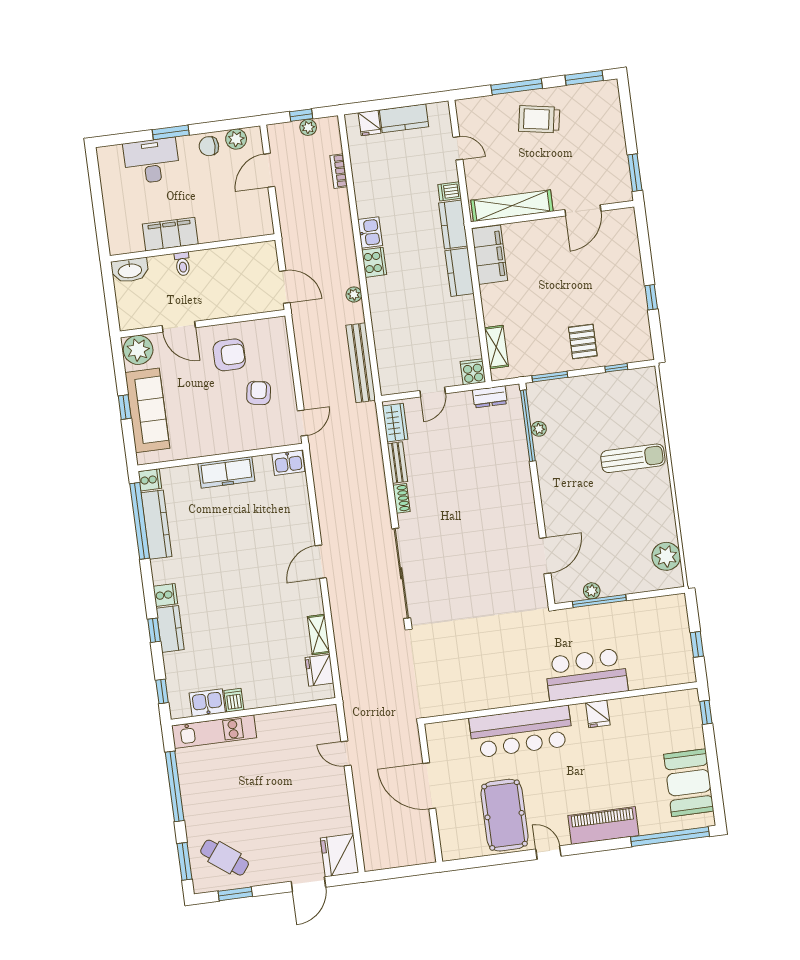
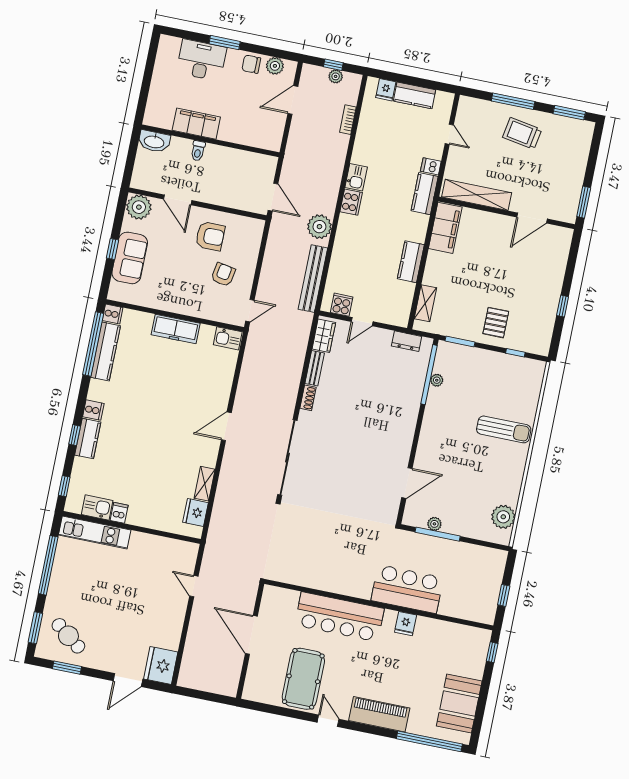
kitchen counter: (459, 272) -> (411, 262), moved
plant: (354, 294) -> (319, 227), width x1.88, depth x1.88
cooker: (473, 372) -> (342, 305), moved
sofa: (147, 410) -> (130, 258), width x0.73

